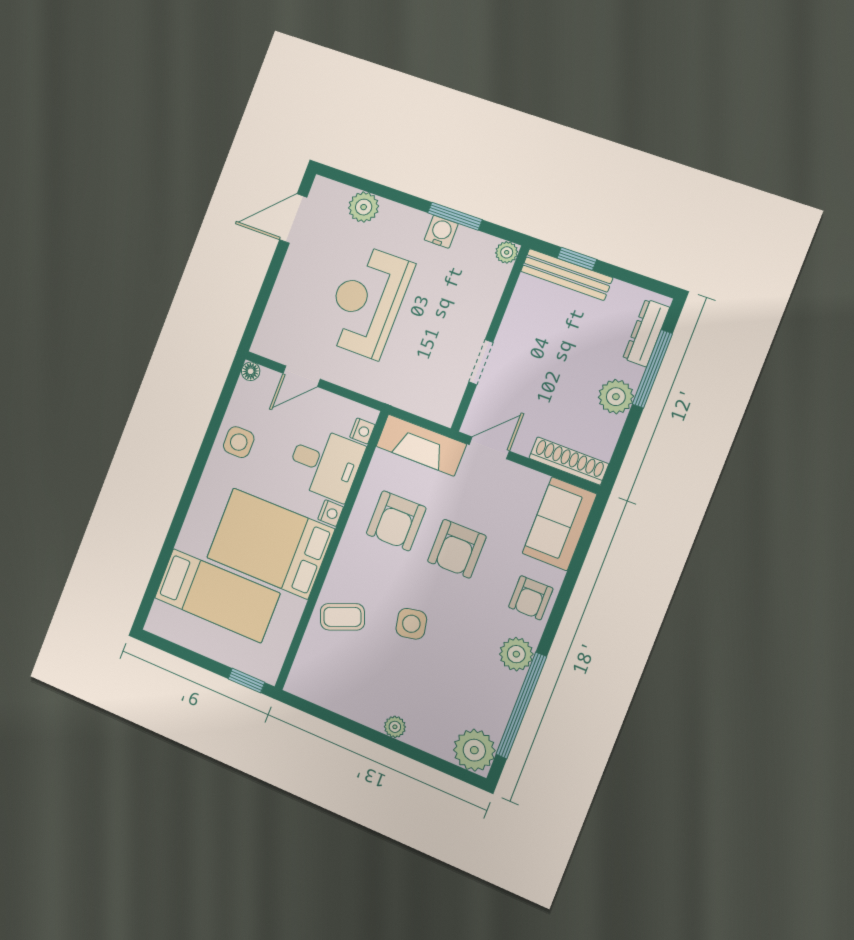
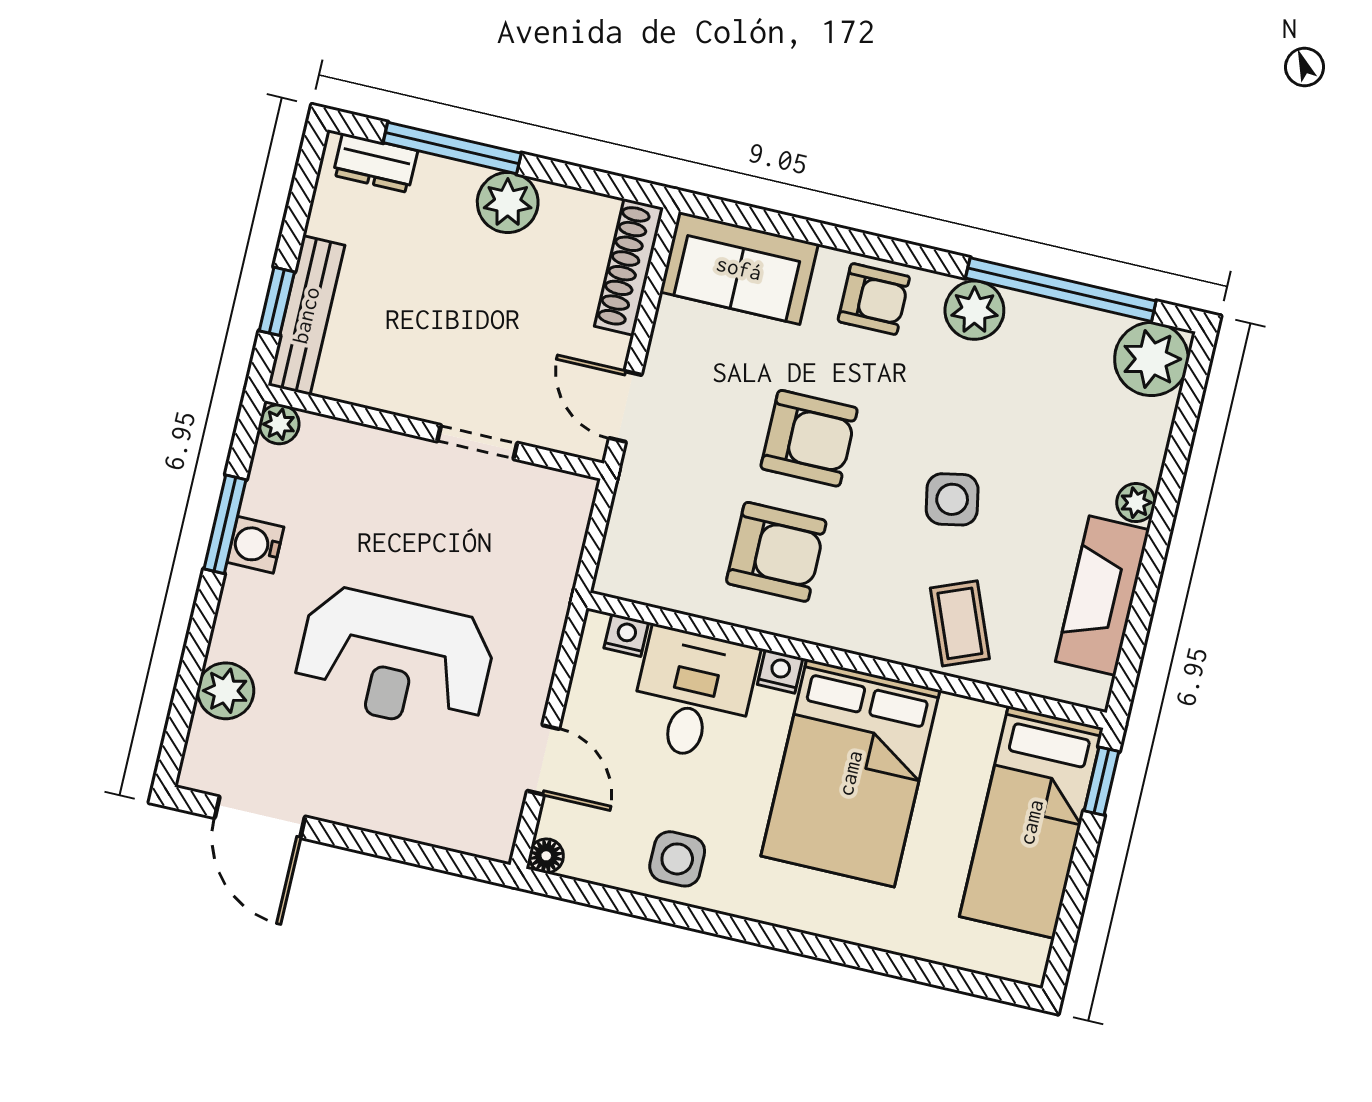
dresser: (646, 333) -> (375, 163), width x0.70
fireplace: (421, 445) -> (1102, 596), moved, turned 180
bed: (217, 596) -> (1031, 822), moved, turned 180

